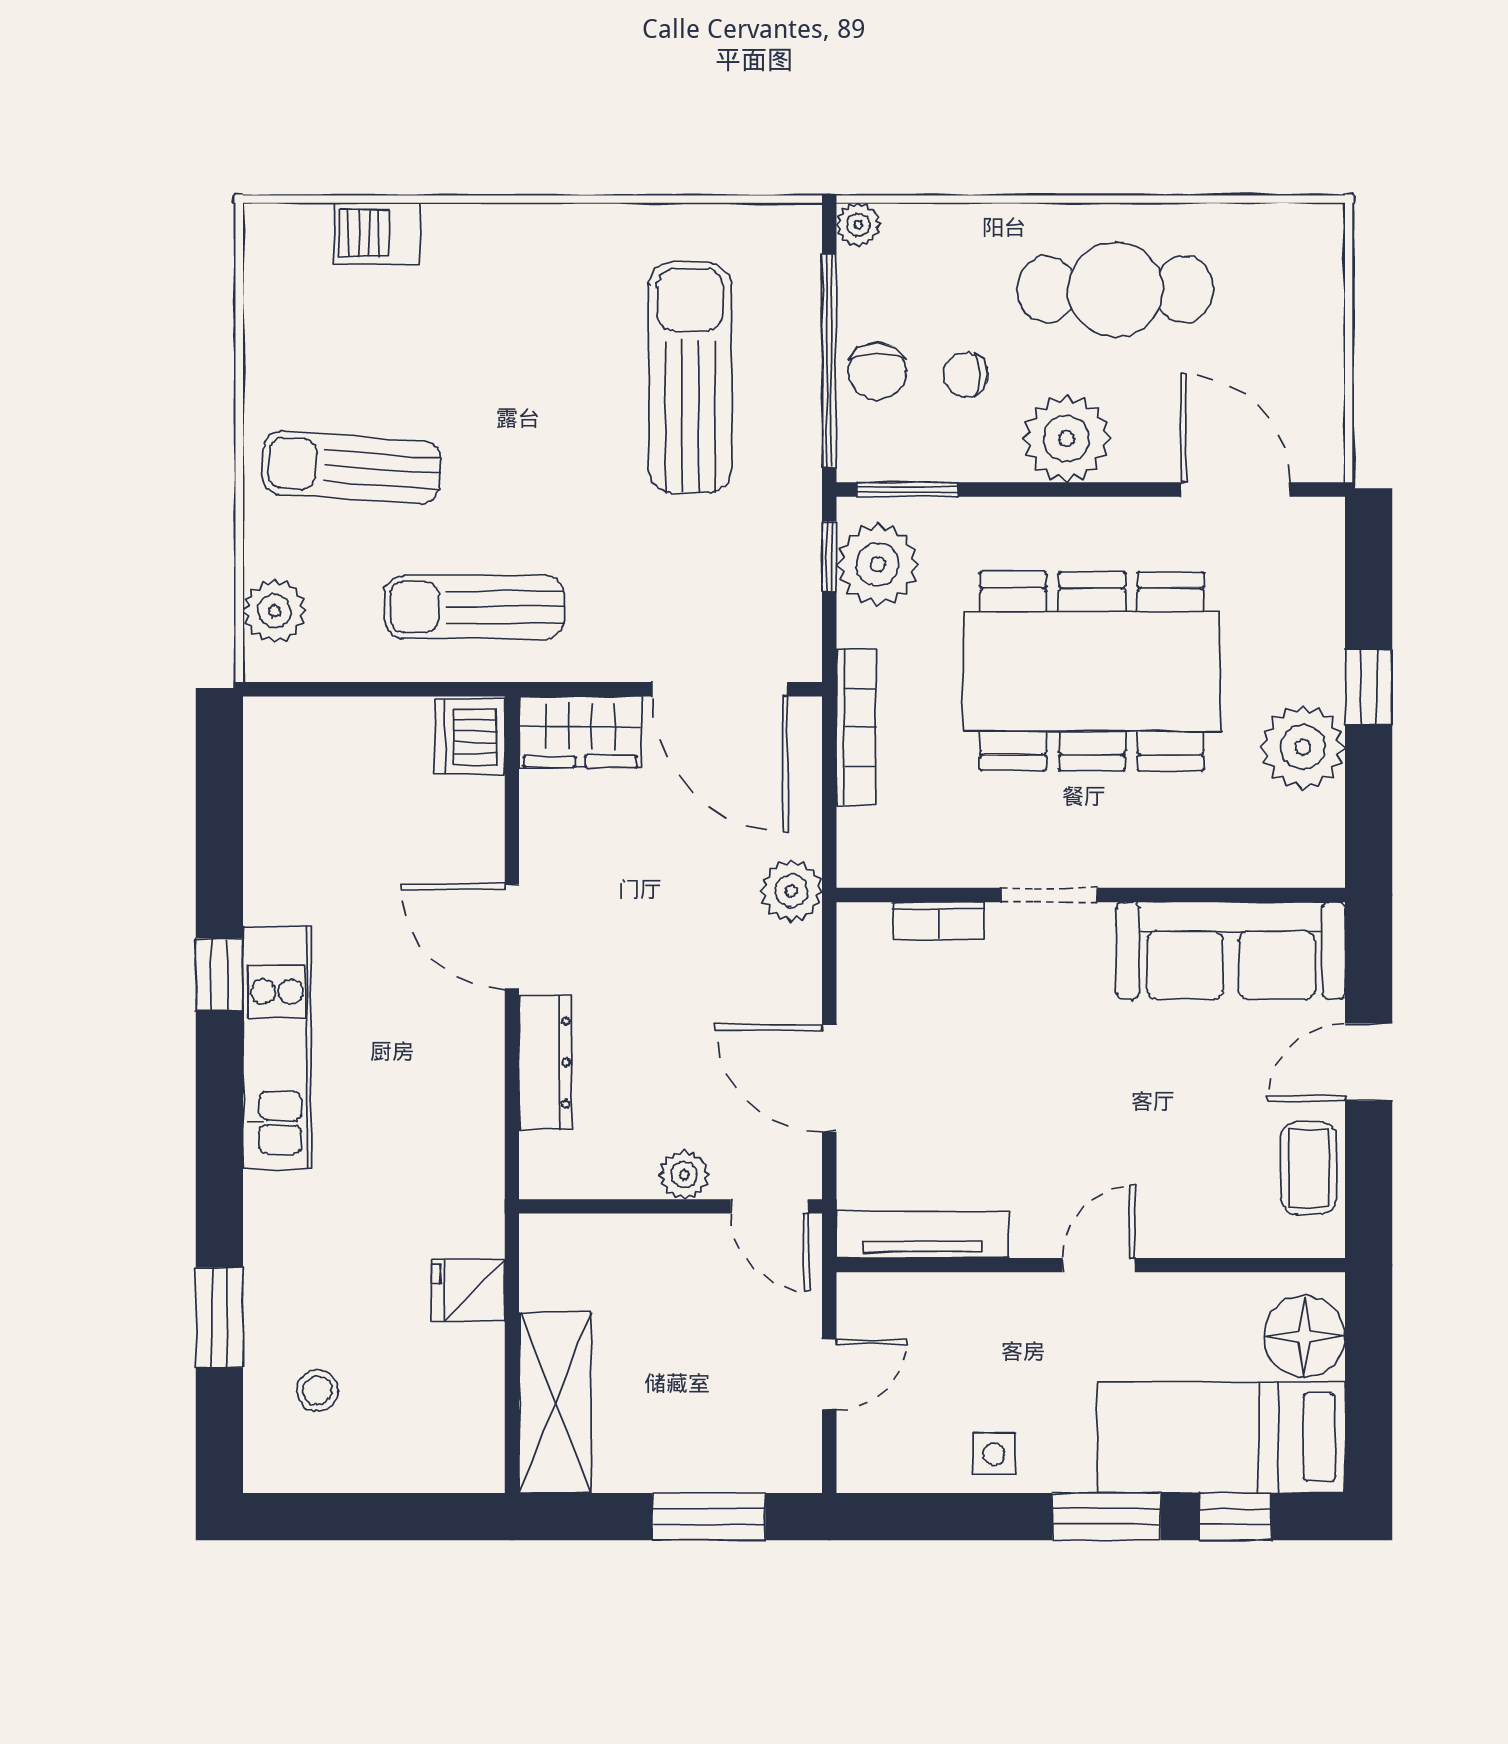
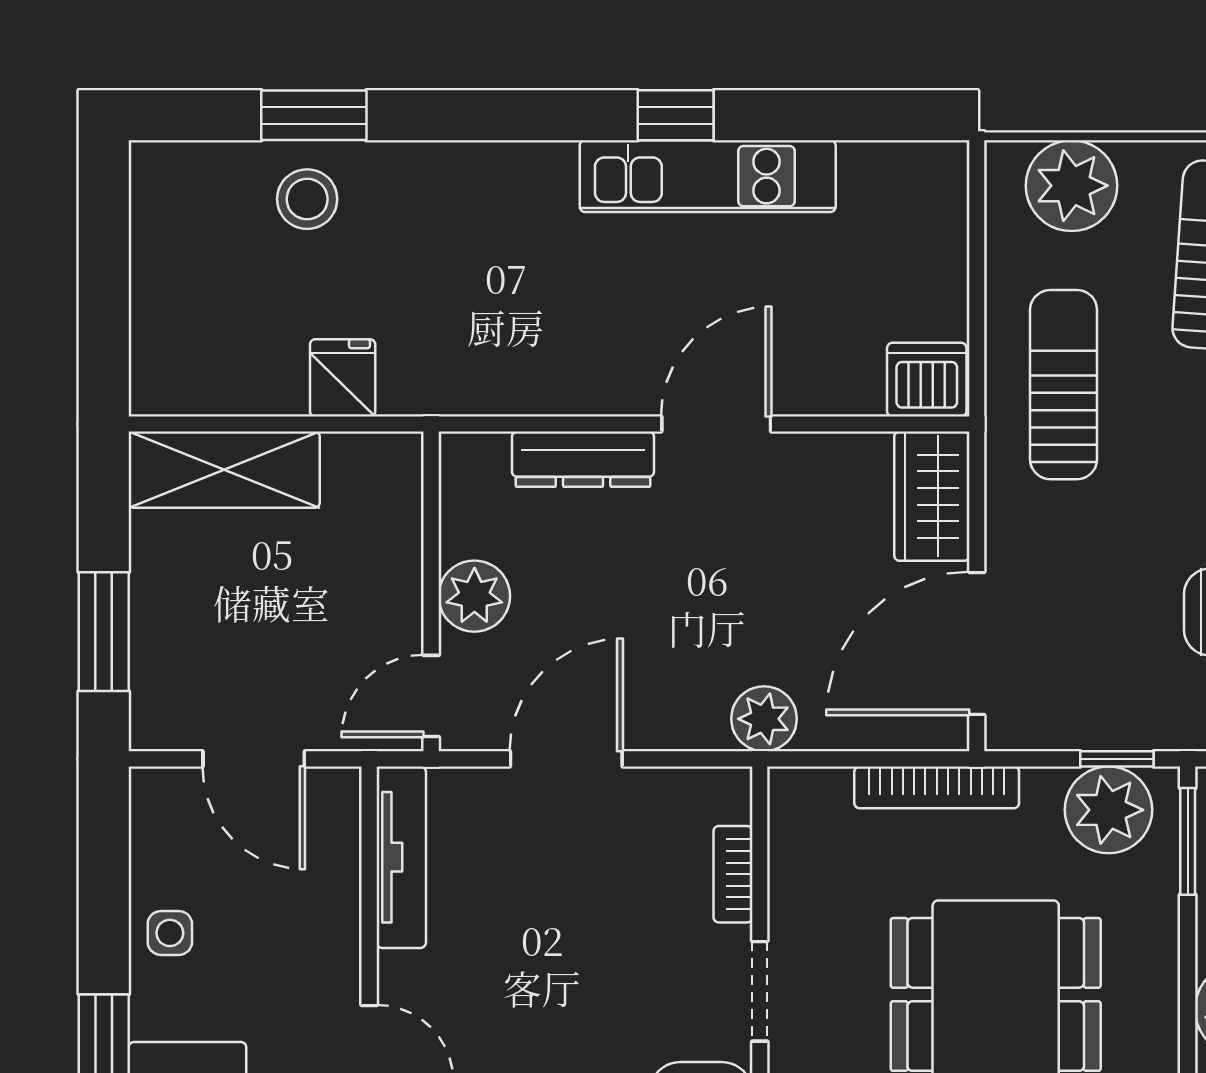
plant: (274, 611) -> (1071, 186), width x1.36, depth x1.36
kitchen unit: (277, 1047) -> (708, 176), moved
plant: (684, 1175) -> (474, 596), width x1.38, depth x1.38
door: (829, 1374) -> (254, 759), width x1.37
stool: (317, 1391) -> (307, 199), moved, width x1.37, depth x1.37

